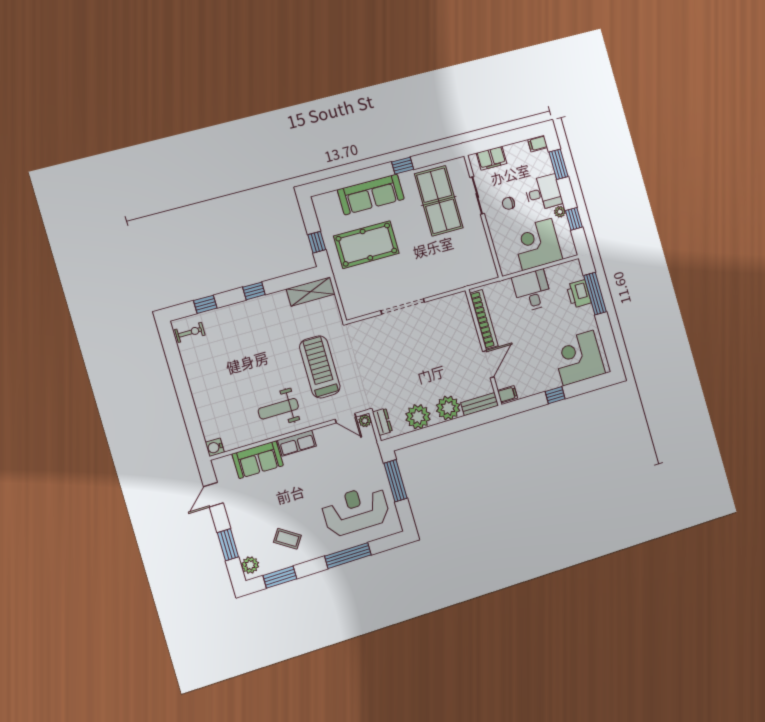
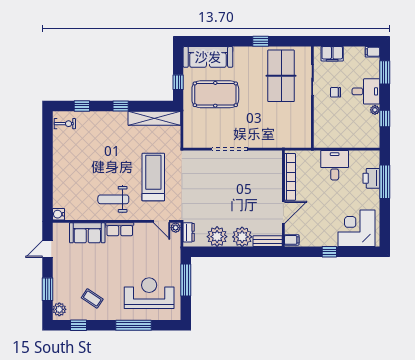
sofa: (371, 194) -> (208, 57), moved
corner desk: (537, 244) -> (349, 130), removed
shelving: (311, 291) -> (154, 118), width x1.47
window: (280, 577) -> (78, 325), width x0.67

